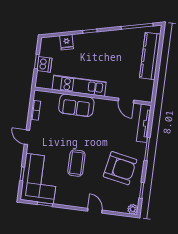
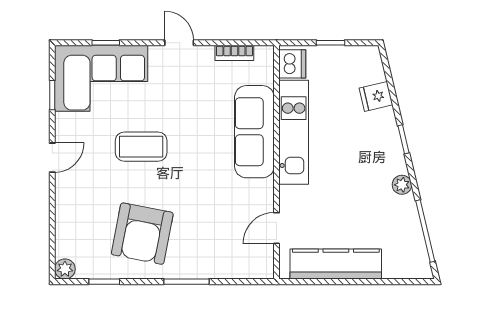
plant: (113, 35) -> (402, 185), added
kitchen counter: (150, 56) -> (336, 264), moved
dishwasher: (44, 64) -> (292, 64), moved, turned -90
sofa: (76, 105) -> (254, 132), width x1.36
tv unit: (144, 123) -> (237, 269), removed
door: (27, 137) -> (179, 43), hinge flipped
door: (95, 211) -> (52, 158), moved

